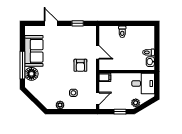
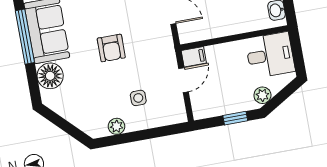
window: (22, 65) -> (25, 37), moved
armchair: (80, 65) -> (111, 48), moved
door: (98, 98) -> (184, 80), moved

